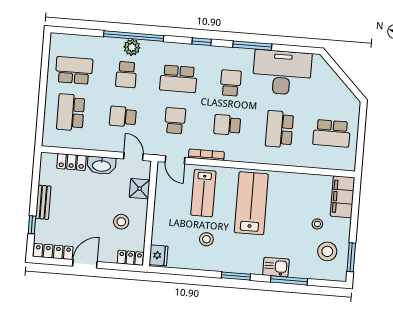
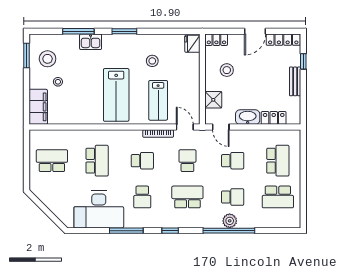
school desk: (126, 75) -> (233, 197), turned 90
school desk: (175, 121) -> (187, 161), turned 180
lab bench: (203, 193) -> (158, 100), turned 180

